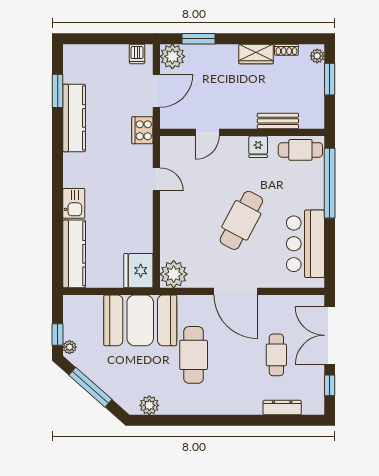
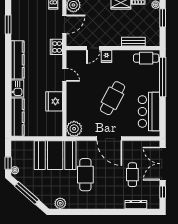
kitchen counter: (74, 118) -> (18, 60), moved
fridge: (258, 147) -> (106, 56), moved
fridge: (138, 271) -> (54, 101), moved

